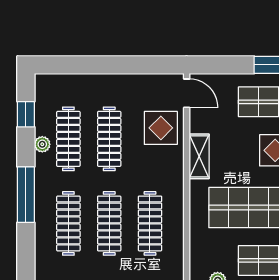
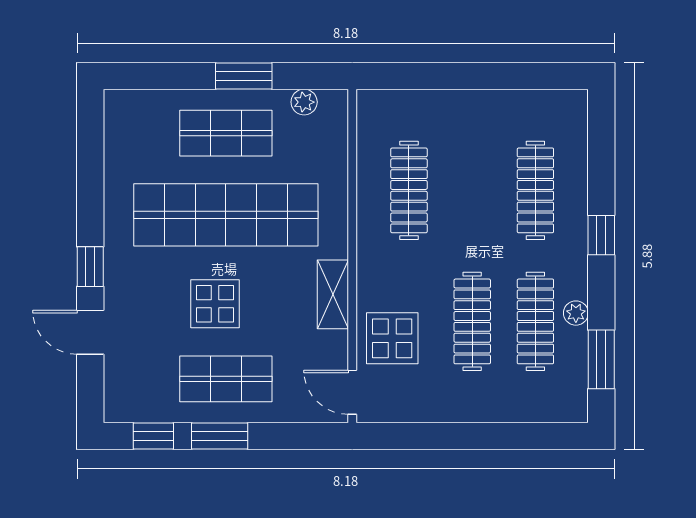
window: (26, 114) -> (601, 359), width x1.50
window: (26, 195) -> (601, 235), width x0.46
clothes rail: (109, 223) -> (472, 190), removed

